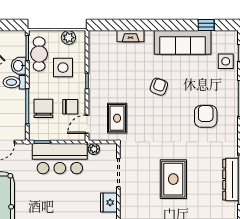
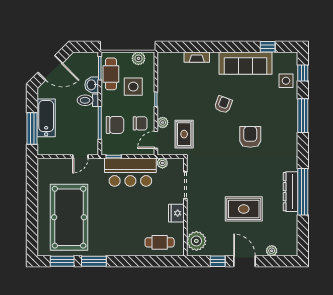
plant: (94, 106) -> (163, 122), added
chair: (43, 108) -> (115, 125), turned 90
armchair: (206, 116) -> (250, 137), moved
rug: (173, 179) -> (244, 209), moved, turned 90

